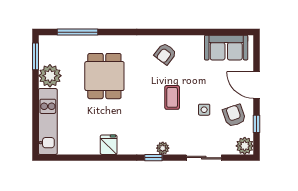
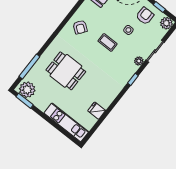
plant: (50, 76) -> (27, 90), moved
armchair: (234, 116) -> (145, 16), turned 109
fridge: (109, 145) -> (97, 111), moved
plant: (163, 148) -> (139, 61), moved

